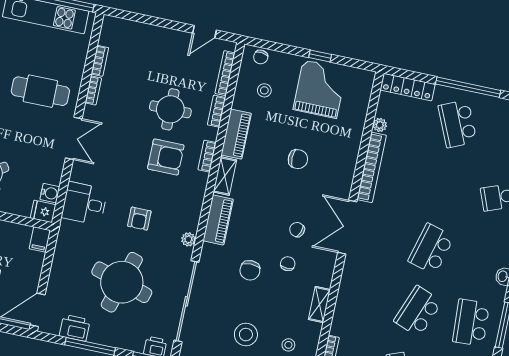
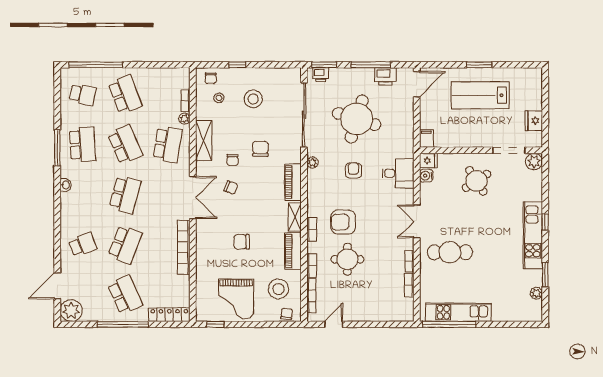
window: (320, 56) -> (215, 324), moved
stool: (264, 90) -> (278, 289), width x1.89, depth x1.89
plant: (380, 125) -> (184, 119), moved
school desk: (444, 186) -> (125, 245), added
school desk: (365, 300) -> (168, 145), added
shelving: (319, 304) -> (204, 141), width x1.50, depth x1.33
school desk: (418, 311) -> (125, 145), turned -45

